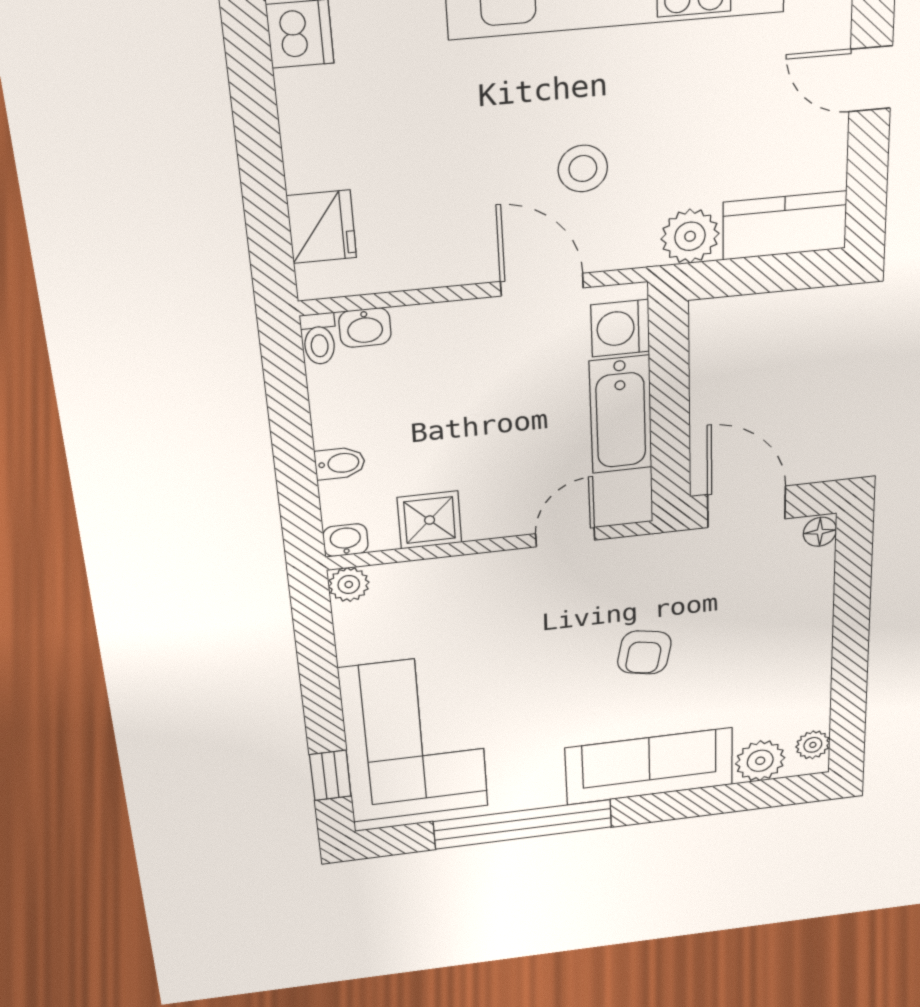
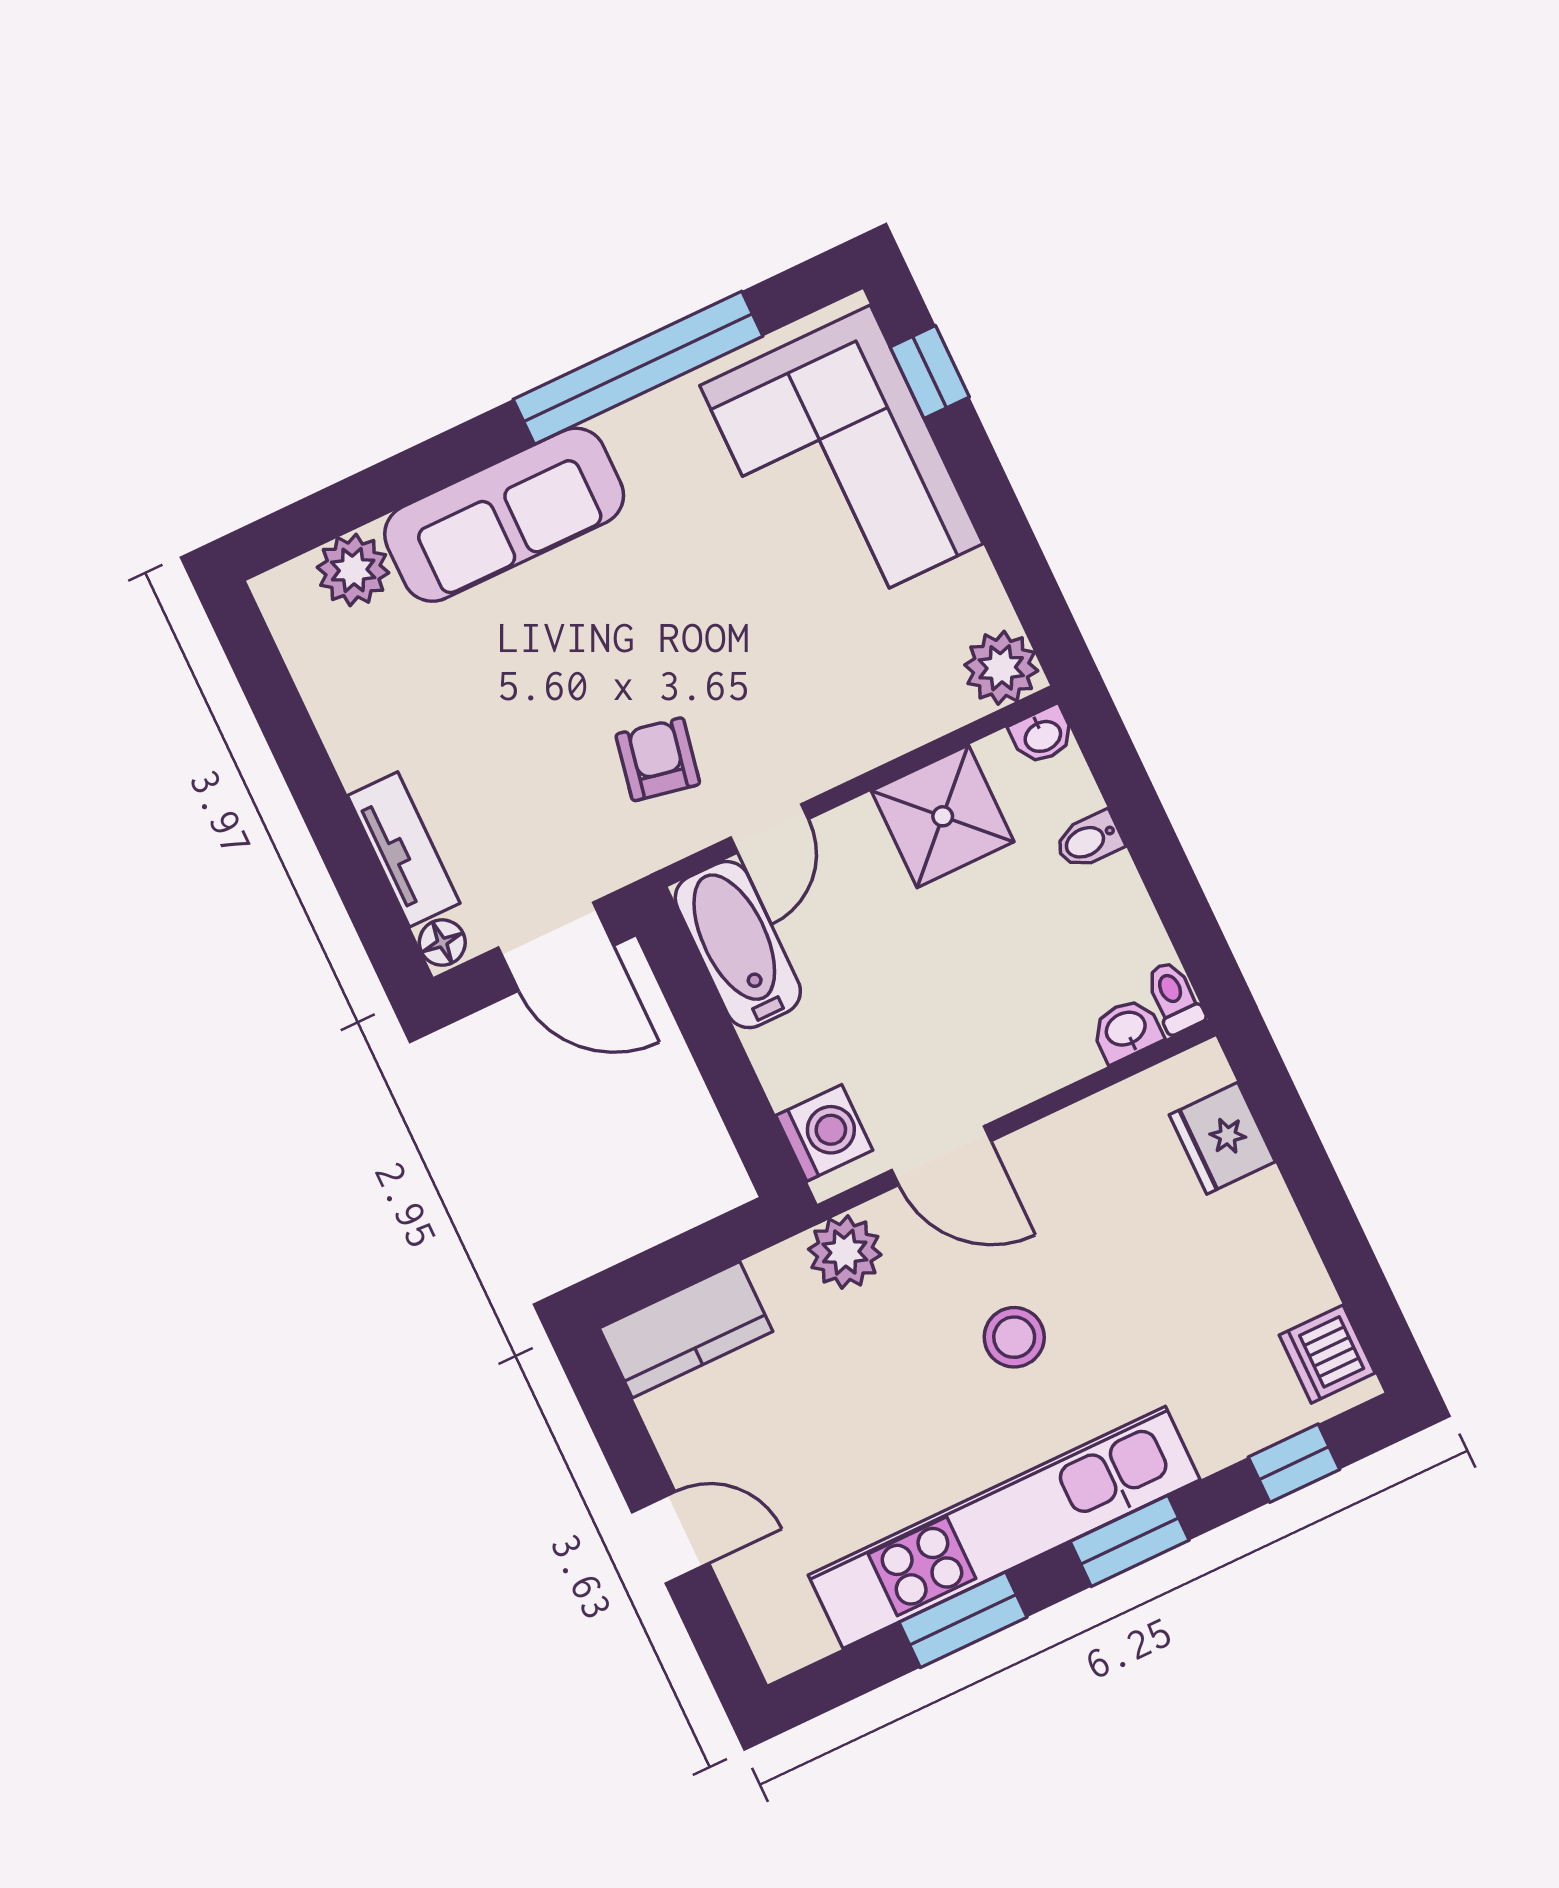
stool: (583, 169) -> (1014, 1337), moved
plant: (690, 236) -> (845, 1252), moved
bathtub: (621, 415) -> (738, 945), moved
shower: (430, 520) -> (943, 816), width x1.36, depth x1.36
plant: (349, 584) -> (1001, 668), width x1.38, depth x1.38
tv unit: (815, 595) -> (404, 849), added
armchair: (644, 652) -> (658, 759), moved
plant: (813, 745) -> (291, 618), removed

